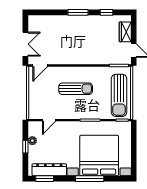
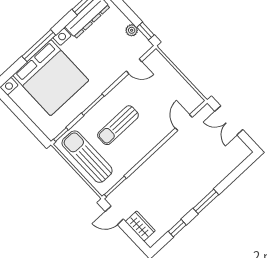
door: (40, 65) -> (184, 123), moved
sun lounger: (76, 89) -> (118, 125), moved
door: (49, 120) -> (134, 66), swing flipped
window: (25, 147) -> (145, 31), moved

